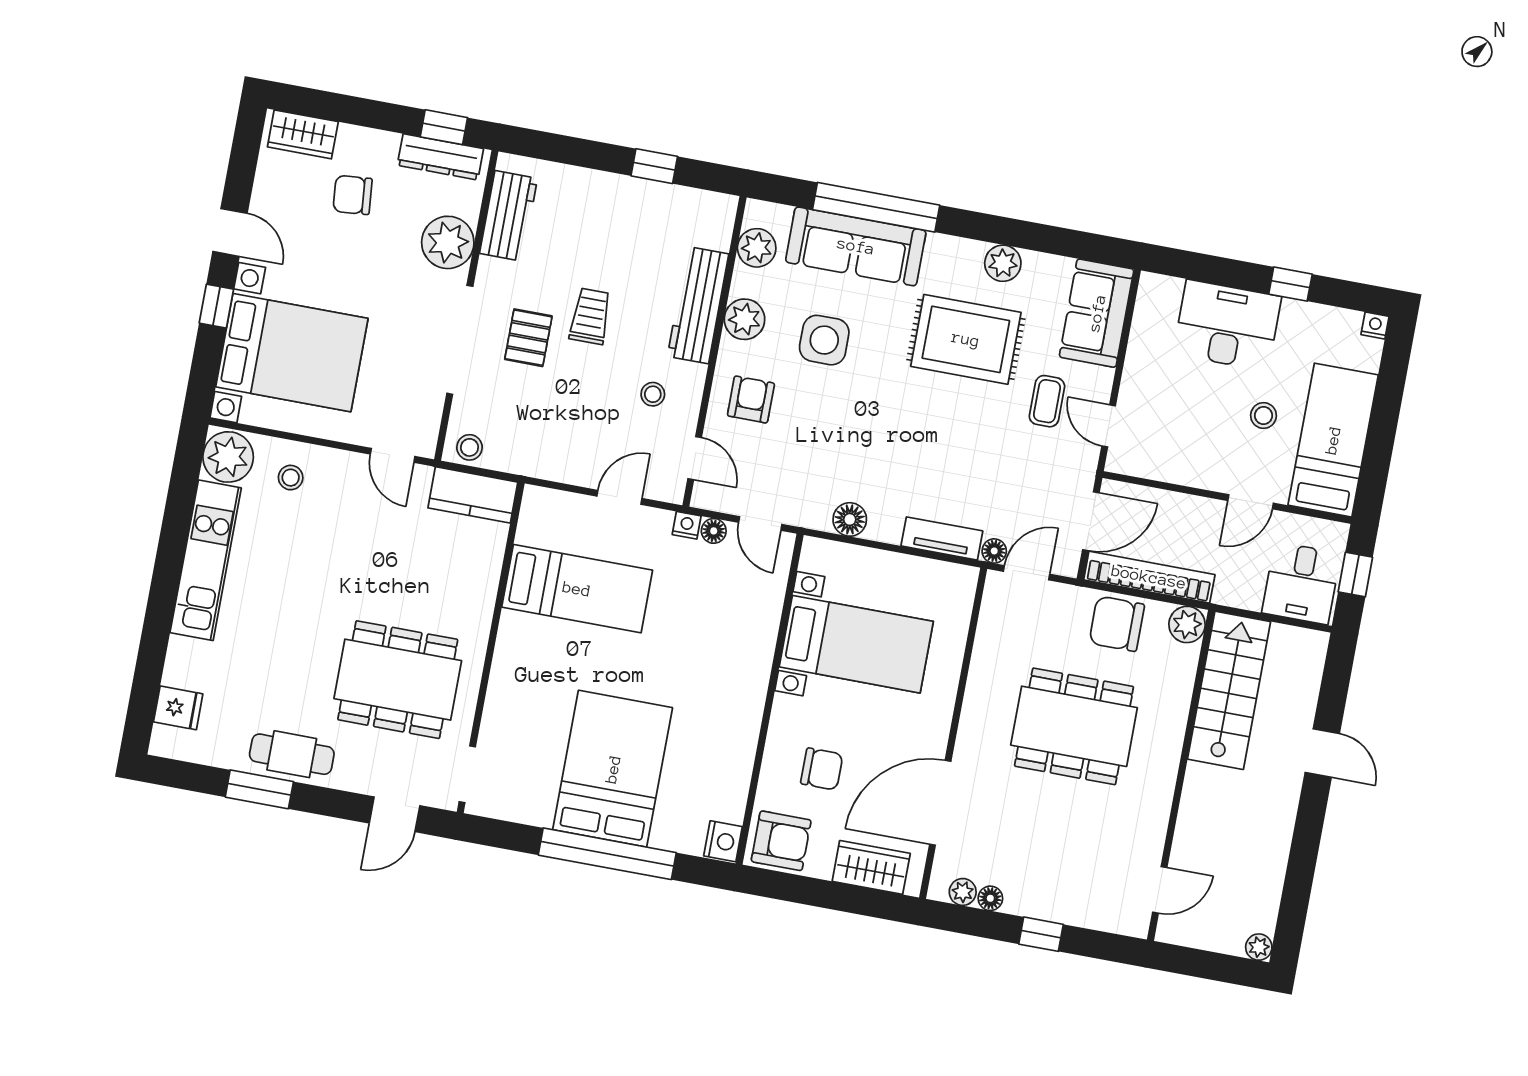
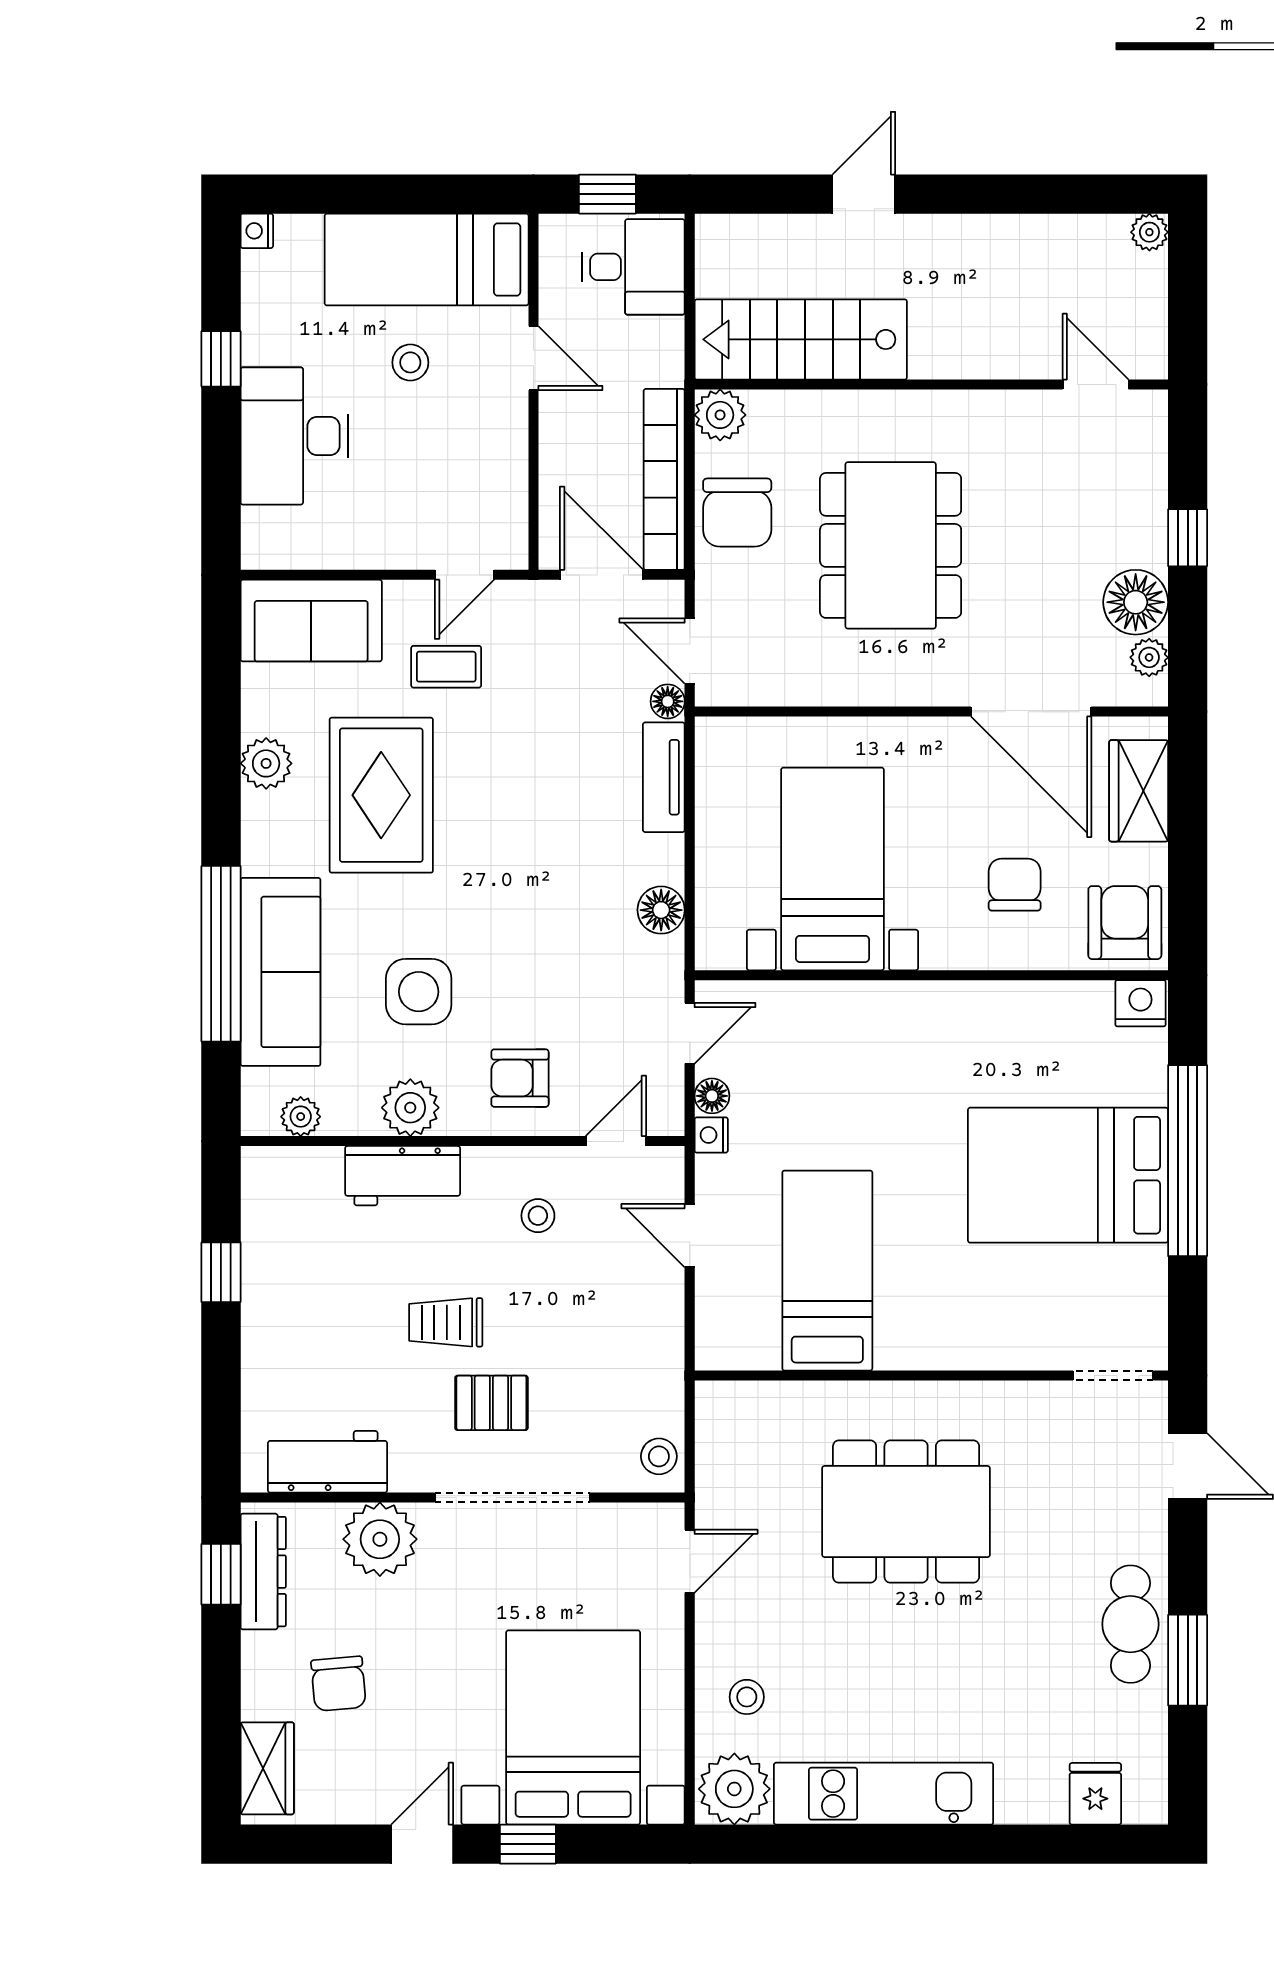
plant: (757, 248) -> (301, 1117), width x0.73, depth x0.73
workbench: (698, 305) -> (403, 1176), width x0.73
kitchen counter: (473, 495) -> (724, 1439), removed
dining table: (398, 680) -> (906, 1512), moved, turned 90
floor lamp: (990, 898) -> (1136, 602), width x1.89, depth x1.89

